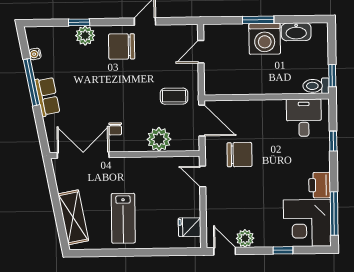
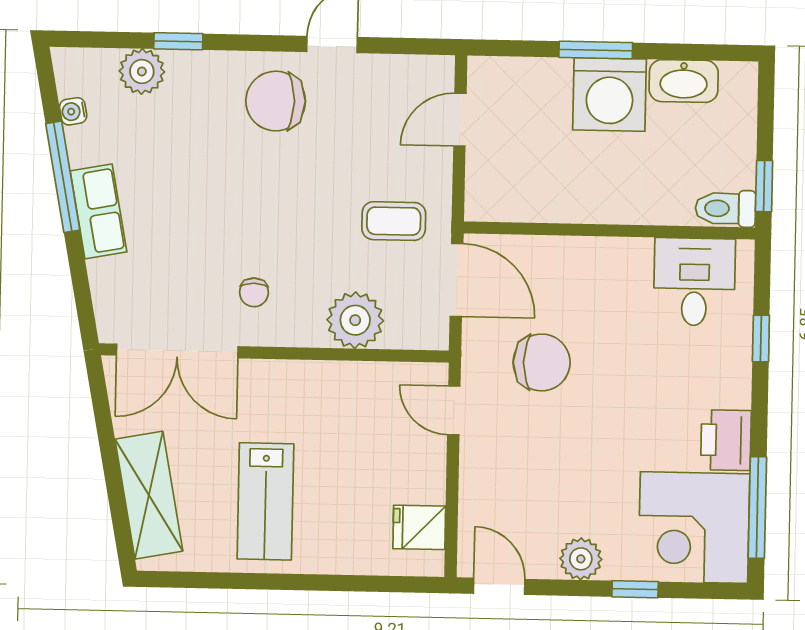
plant: (85, 36) -> (142, 71), moved
double door: (83, 155) -> (177, 351), swing flipped
plant: (245, 238) -> (581, 559), moved

